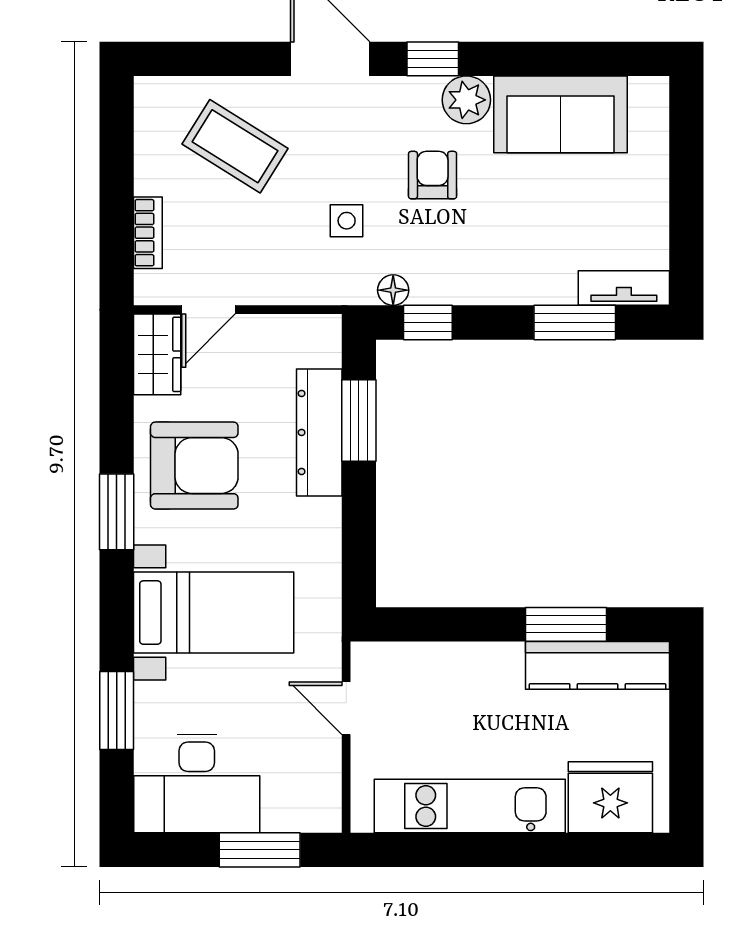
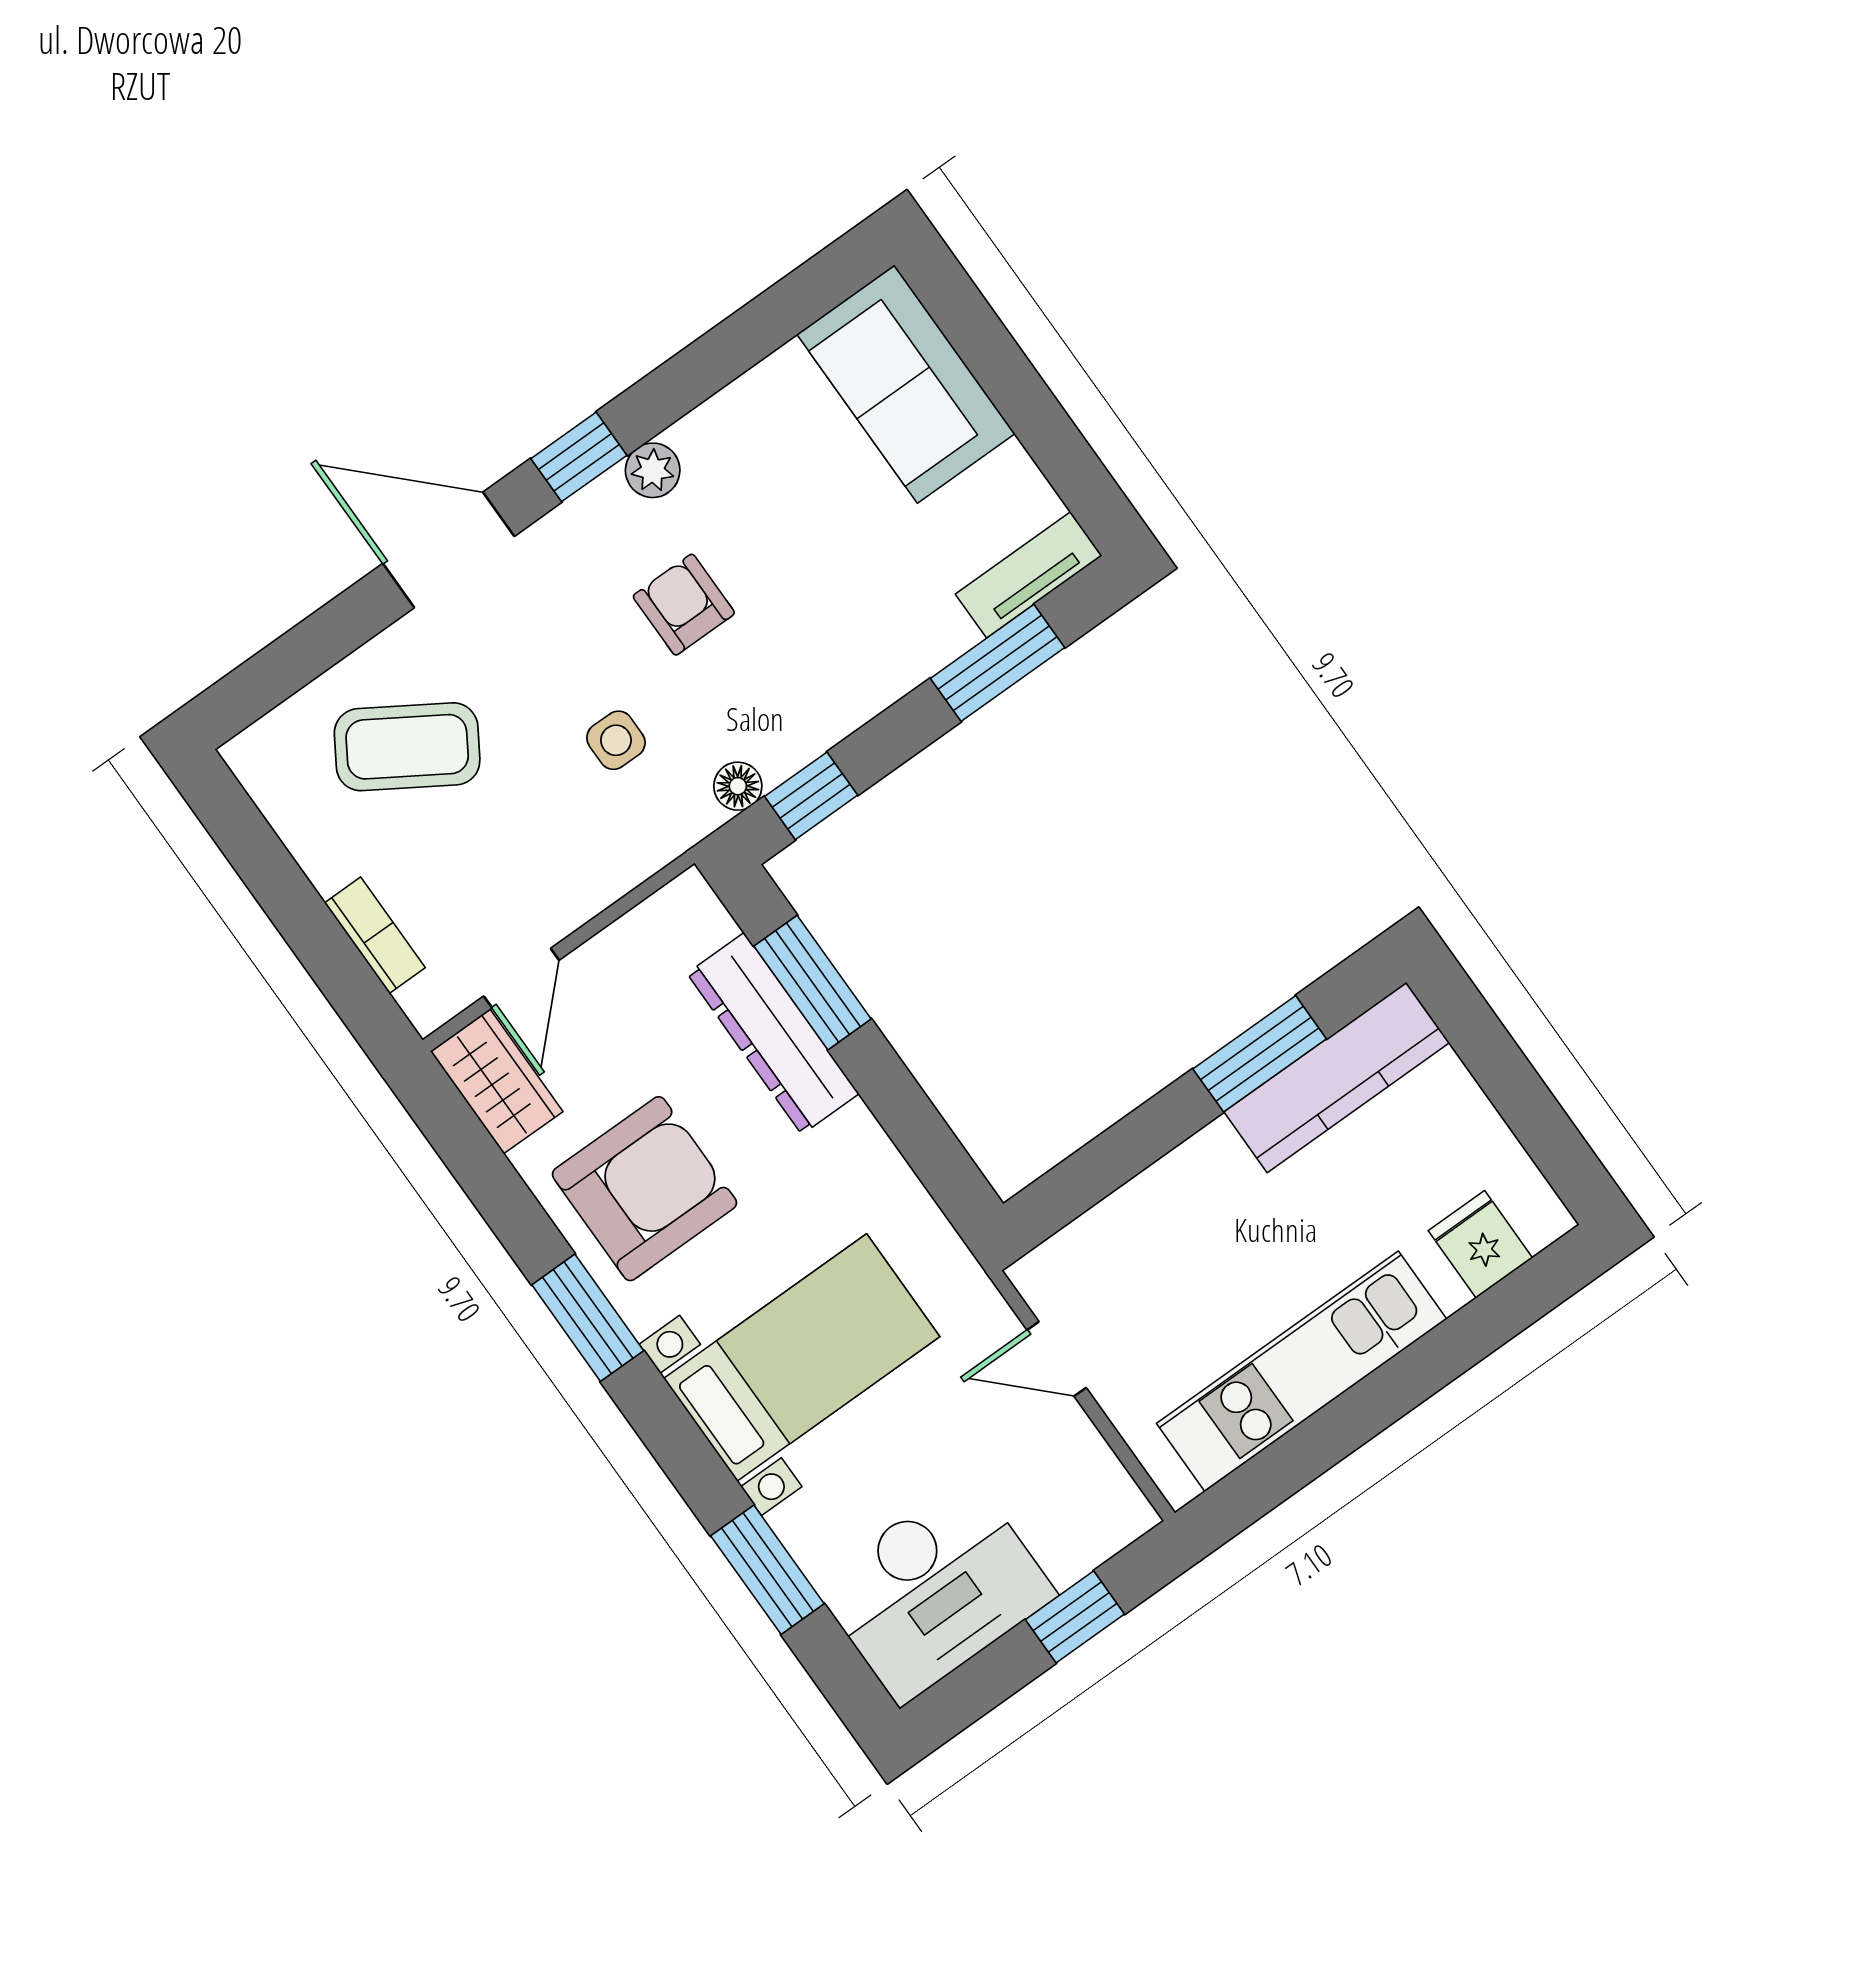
plant: (466, 100) -> (653, 470), width x0.73, depth x0.73
sofa: (560, 114) -> (906, 384), moved, turned 90
fridge: (610, 797) -> (1480, 1244), width x0.53, depth x0.75
window: (260, 850) -> (1075, 1617), width x0.67

